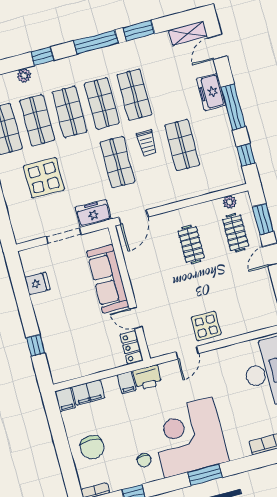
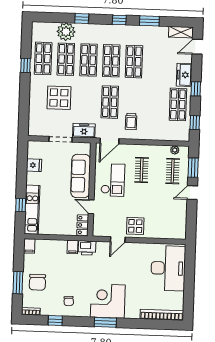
window: (96, 42) -> (119, 20), width x0.46
plant: (24, 75) -> (66, 32), width x1.88, depth x1.88
window: (233, 107) -> (196, 89), width x0.46
trolley: (147, 143) -> (131, 121), moved
shop shelf: (182, 145) -> (178, 104), moved
checkout: (155, 271) -> (113, 180), added
kitchen unit: (54, 347) -> (32, 210), added
filing cabinet: (88, 392) -> (46, 246), removed
corner desk: (189, 437) -> (108, 301), width x0.74, depth x0.74
window: (65, 456) -> (18, 283), added

